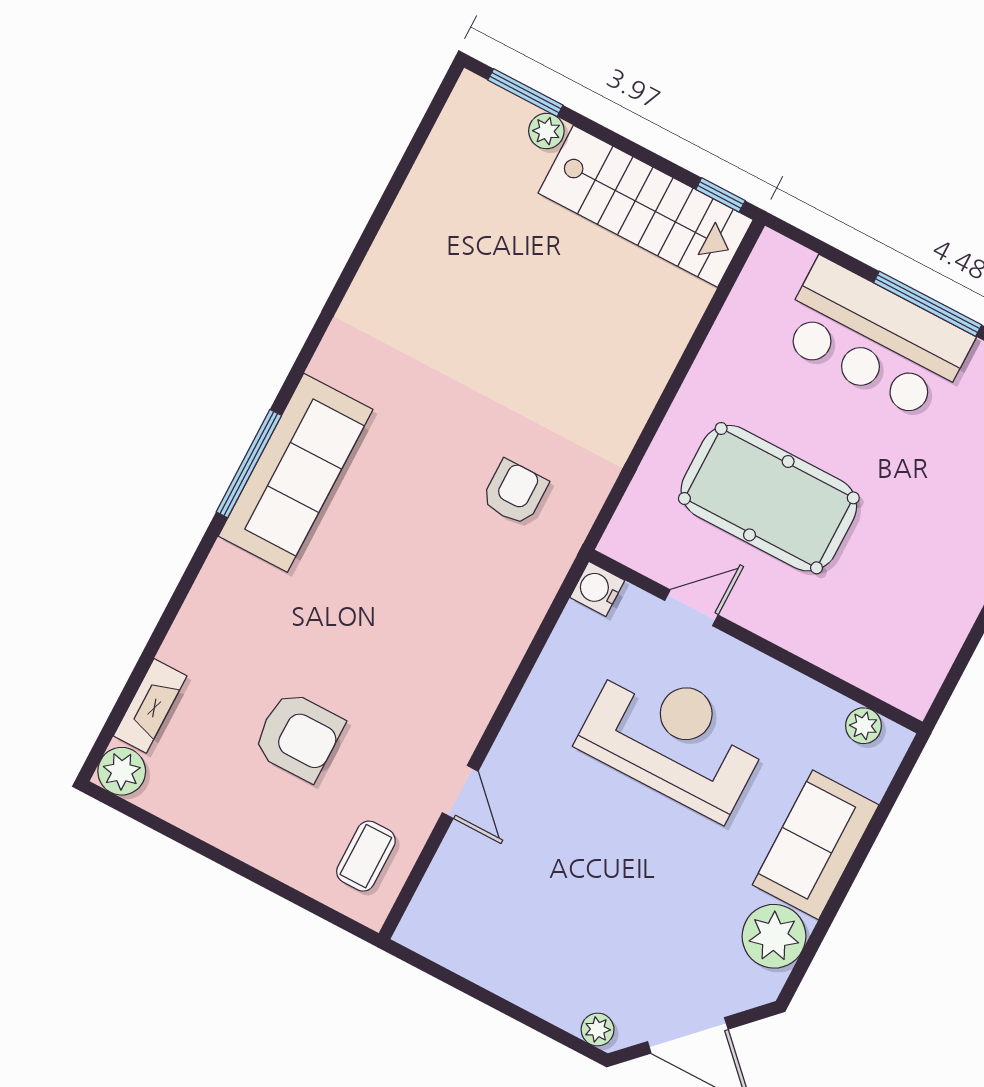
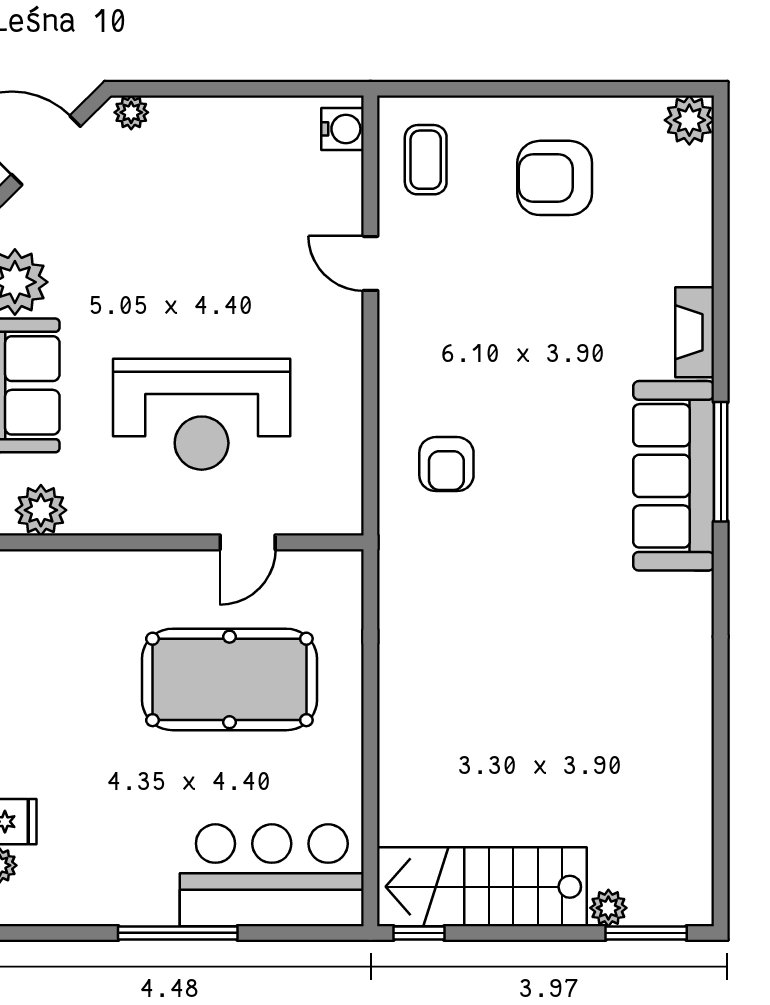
bar counter: (875, 339) -> (272, 875), moved
armchair: (515, 492) -> (446, 464), moved
water cooler: (597, 589) -> (343, 129), moved
fireplace: (150, 706) -> (695, 332), moved
plant: (864, 726) -> (41, 510), width x1.38, depth x1.38
armchair: (298, 736) -> (555, 178), moved

